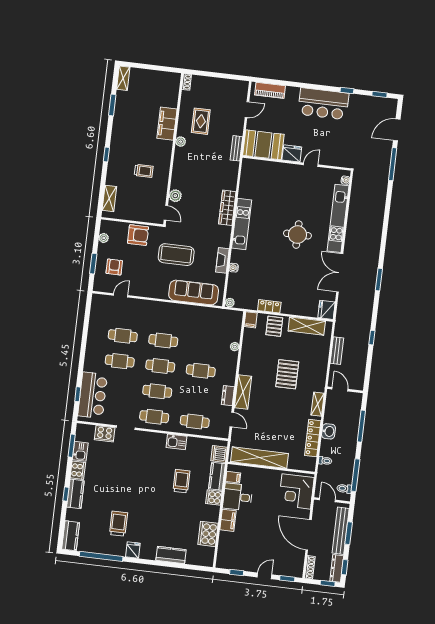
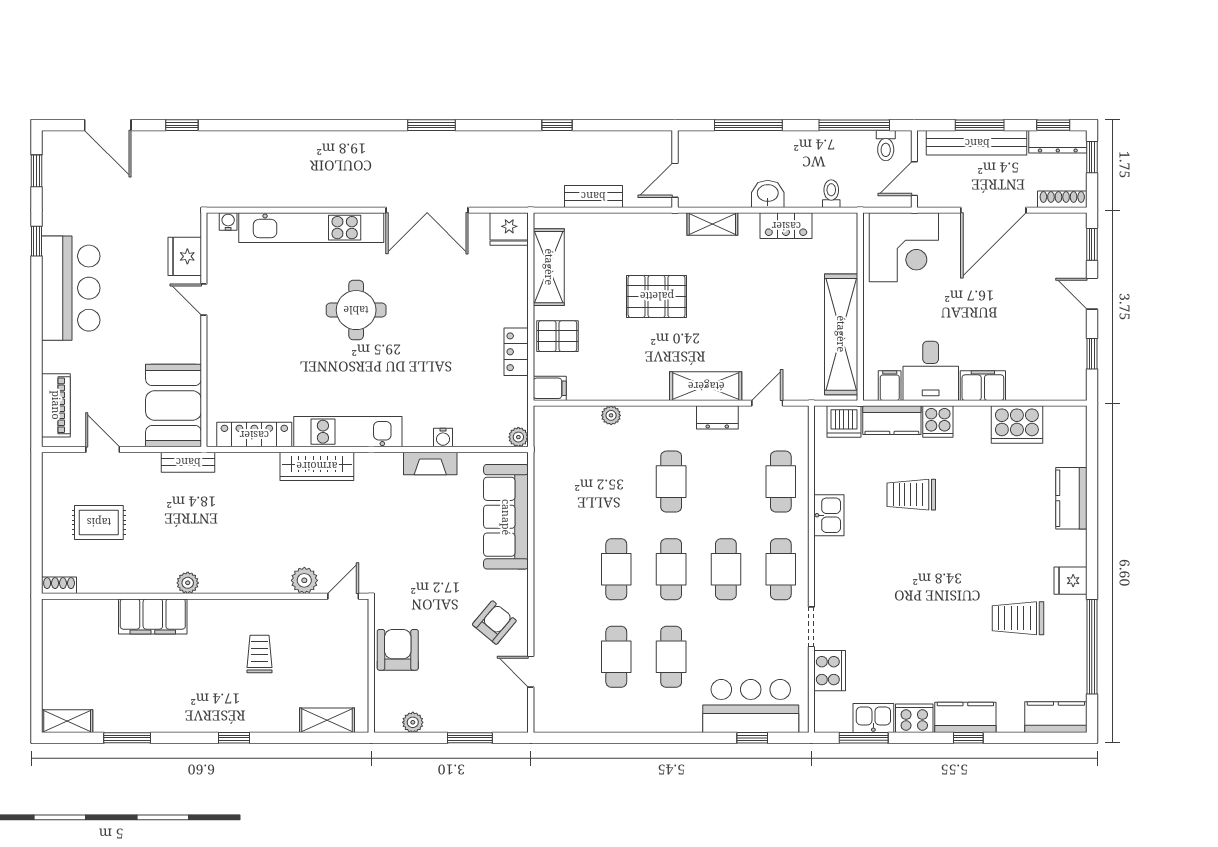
rug: (201, 121) -> (99, 522), moved
fridge: (292, 153) -> (185, 256), moved
window: (393, 164) -> (182, 125), width x0.46
locker: (245, 181) -> (254, 435), added
coffee table: (176, 255) -> (430, 563), removed
armchair: (114, 267) -> (494, 623), moved, turned 130
locker: (313, 438) -> (786, 226), width x0.66

